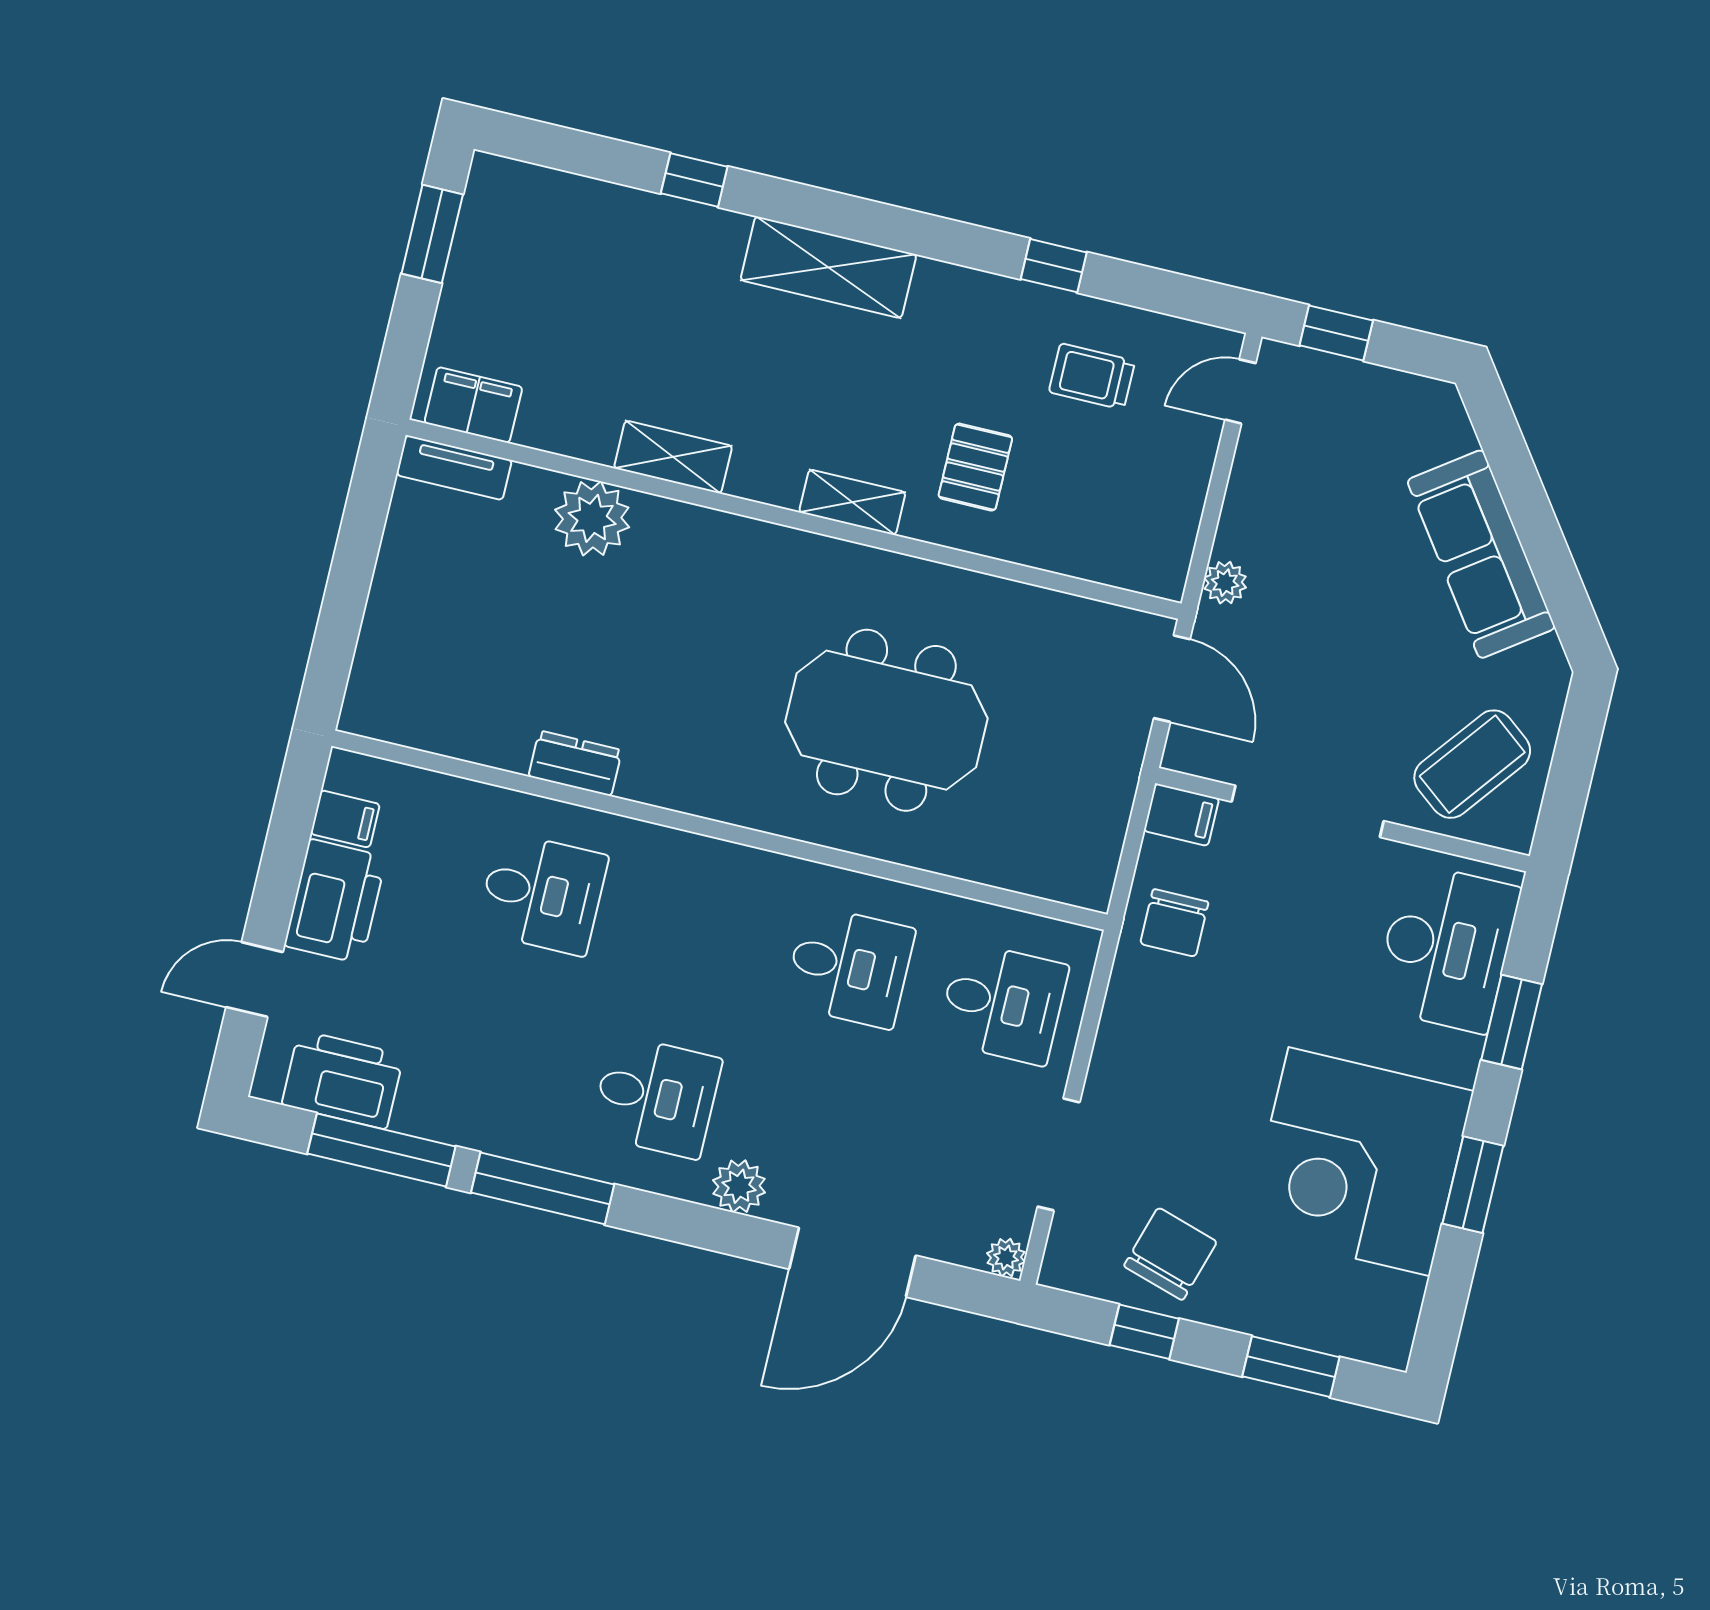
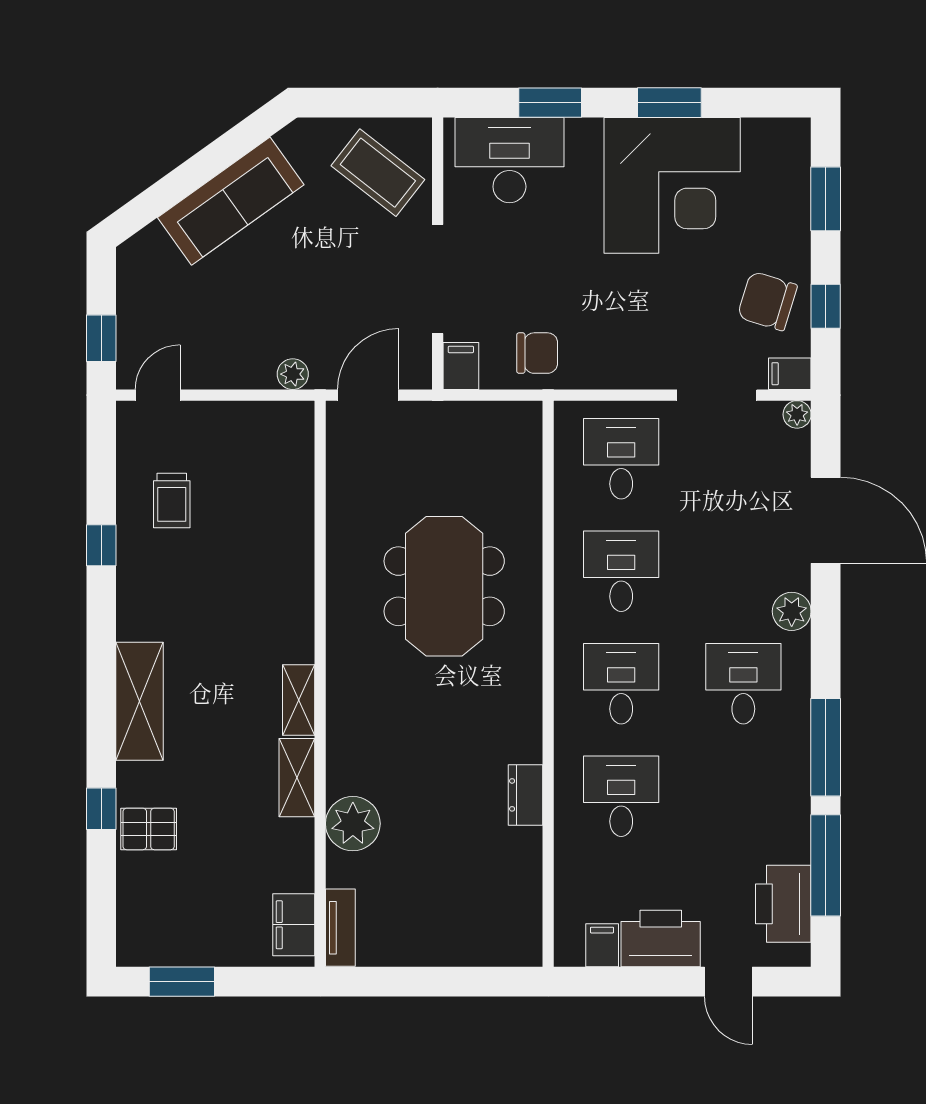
door: (1240, 391) -> (158, 395), swing flipped
pallet: (975, 467) -> (149, 829), moved
shelving: (852, 502) -> (299, 700), moved
desk: (696, 930) -> (621, 684), added
filing cabinet: (1064, 1261) -> (790, 374), added

